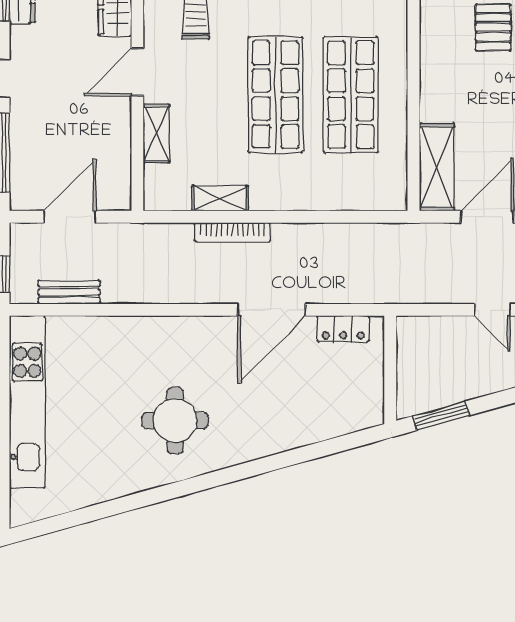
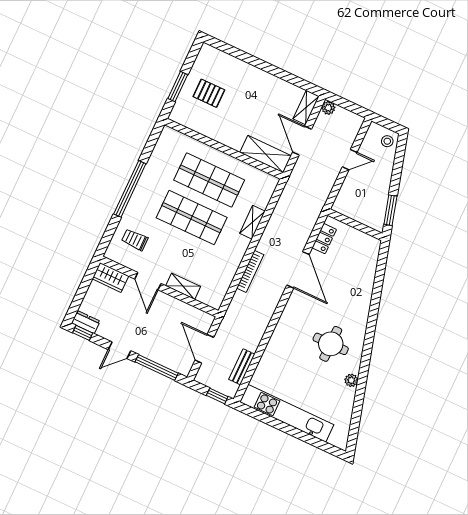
shelving: (220, 198) -> (252, 222), moved
plant: (131, 482) -> (351, 380), added

